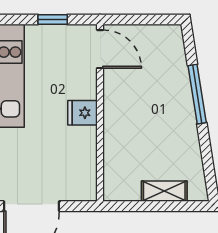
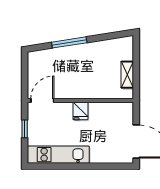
shelving: (164, 191) -> (127, 75), moved

